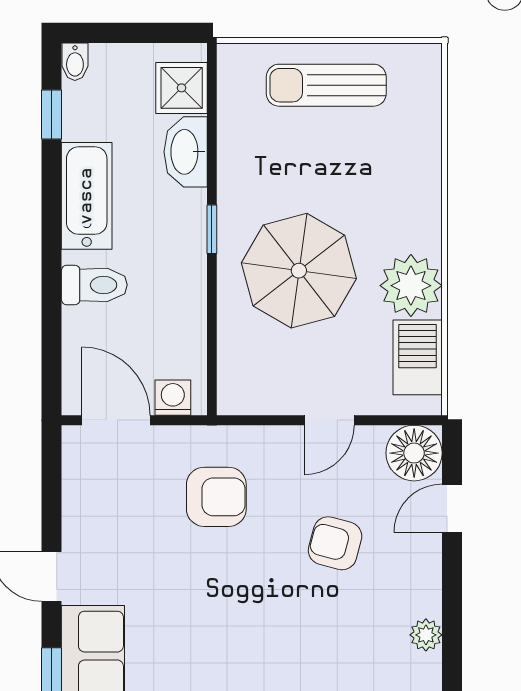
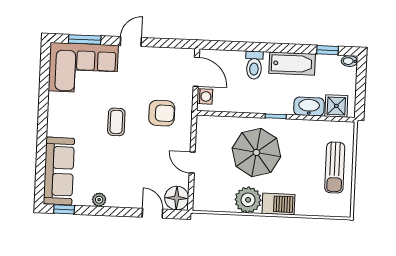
sun lounger: (326, 85) -> (335, 168), turned 180
barbecue: (418, 357) -> (278, 204), moved
door: (116, 420) -> (196, 72), hinge flipped
armchair: (216, 497) -> (162, 113), turned -90
armchair: (335, 543) -> (140, 163), removed
coffee table: (242, 602) -> (116, 122), added

